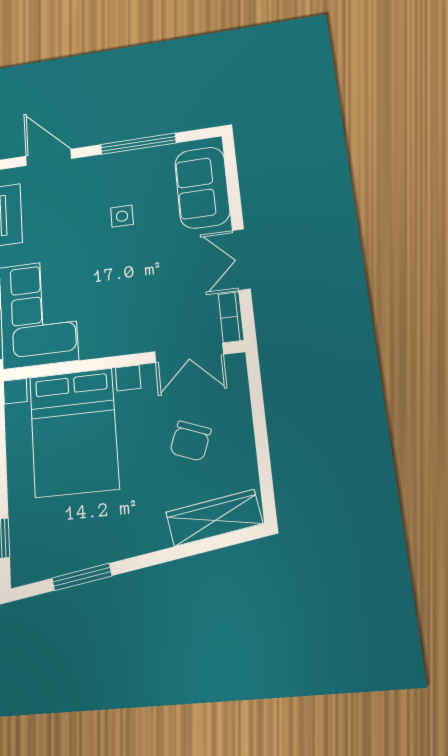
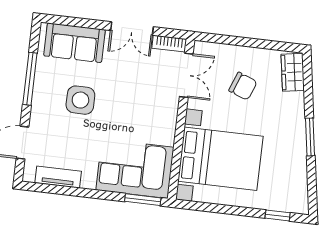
side table: (122, 216) -> (80, 100), width x1.87, depth x1.87
wardrobe: (214, 518) -> (293, 72), width x0.67
window: (82, 577) -> (310, 137), moved

